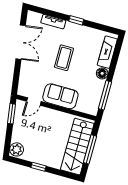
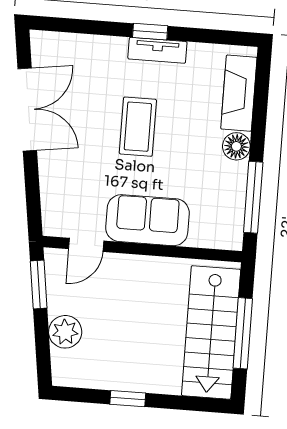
tv unit: (53, 22) -> (157, 50), moved
plant: (17, 149) -> (65, 332), moved

